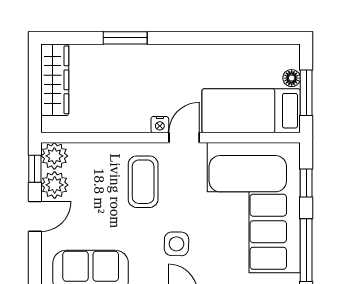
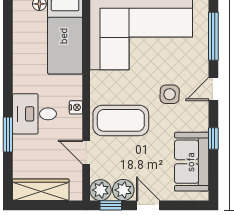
desk: (151, 72) -> (34, 114), added
door: (184, 138) -> (86, 152), moved
coffee table: (143, 182) -> (121, 120), width x1.36, depth x1.32

